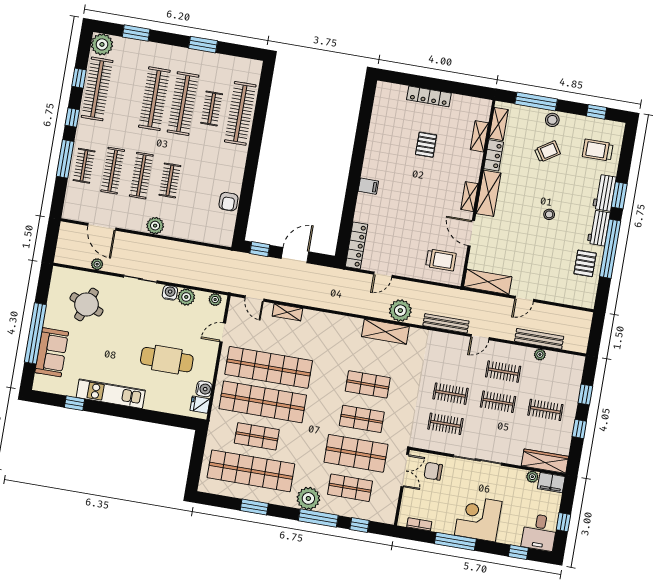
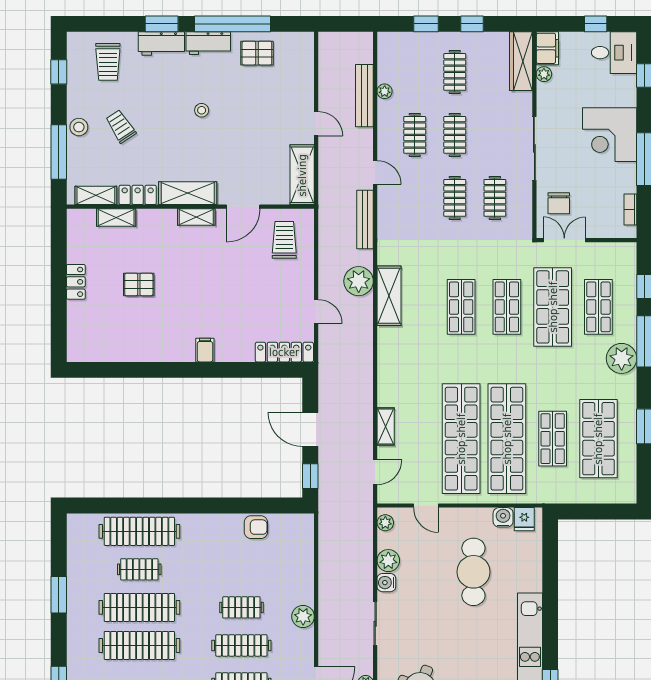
locker: (429, 96) -> (76, 282), width x0.66
shop shelf: (251, 471) -> (598, 439), width x0.71

